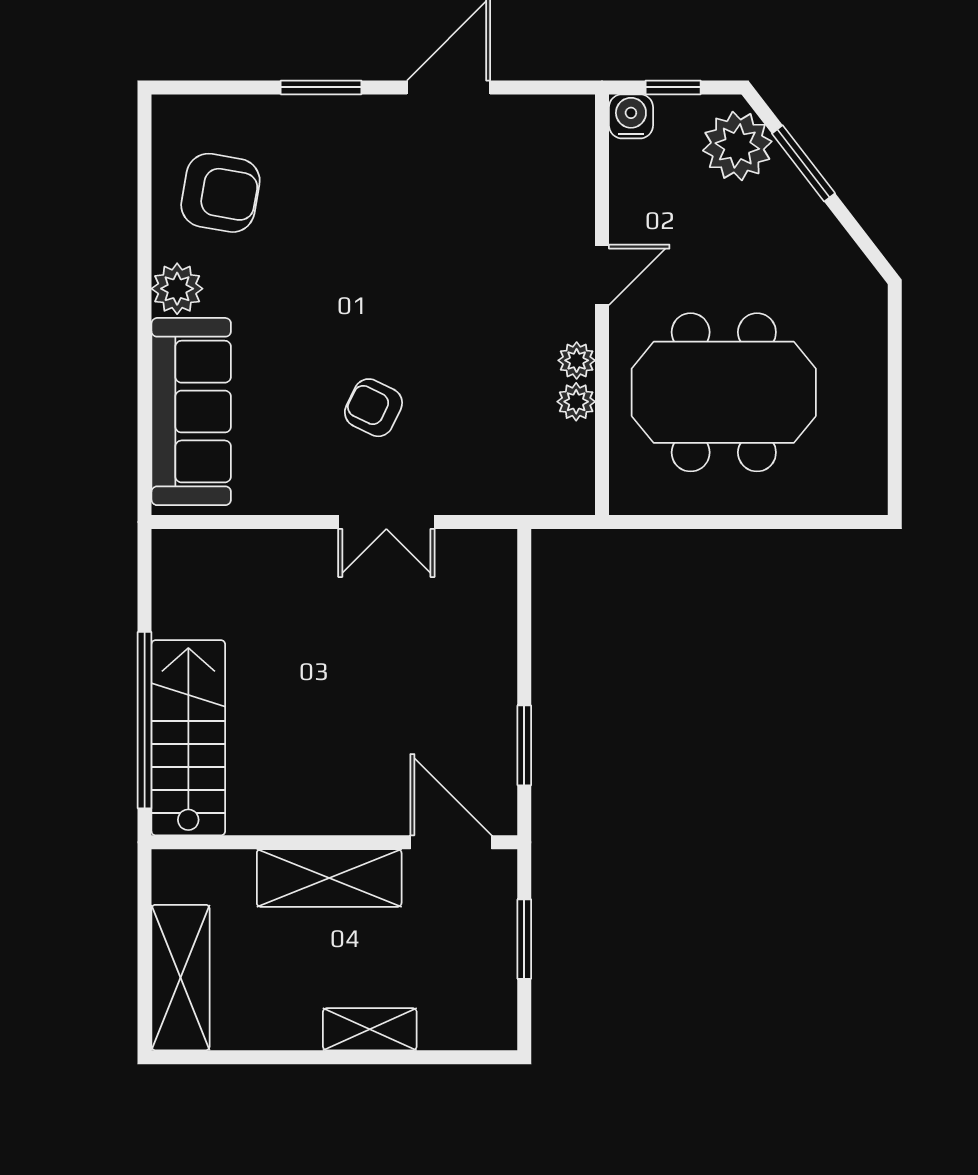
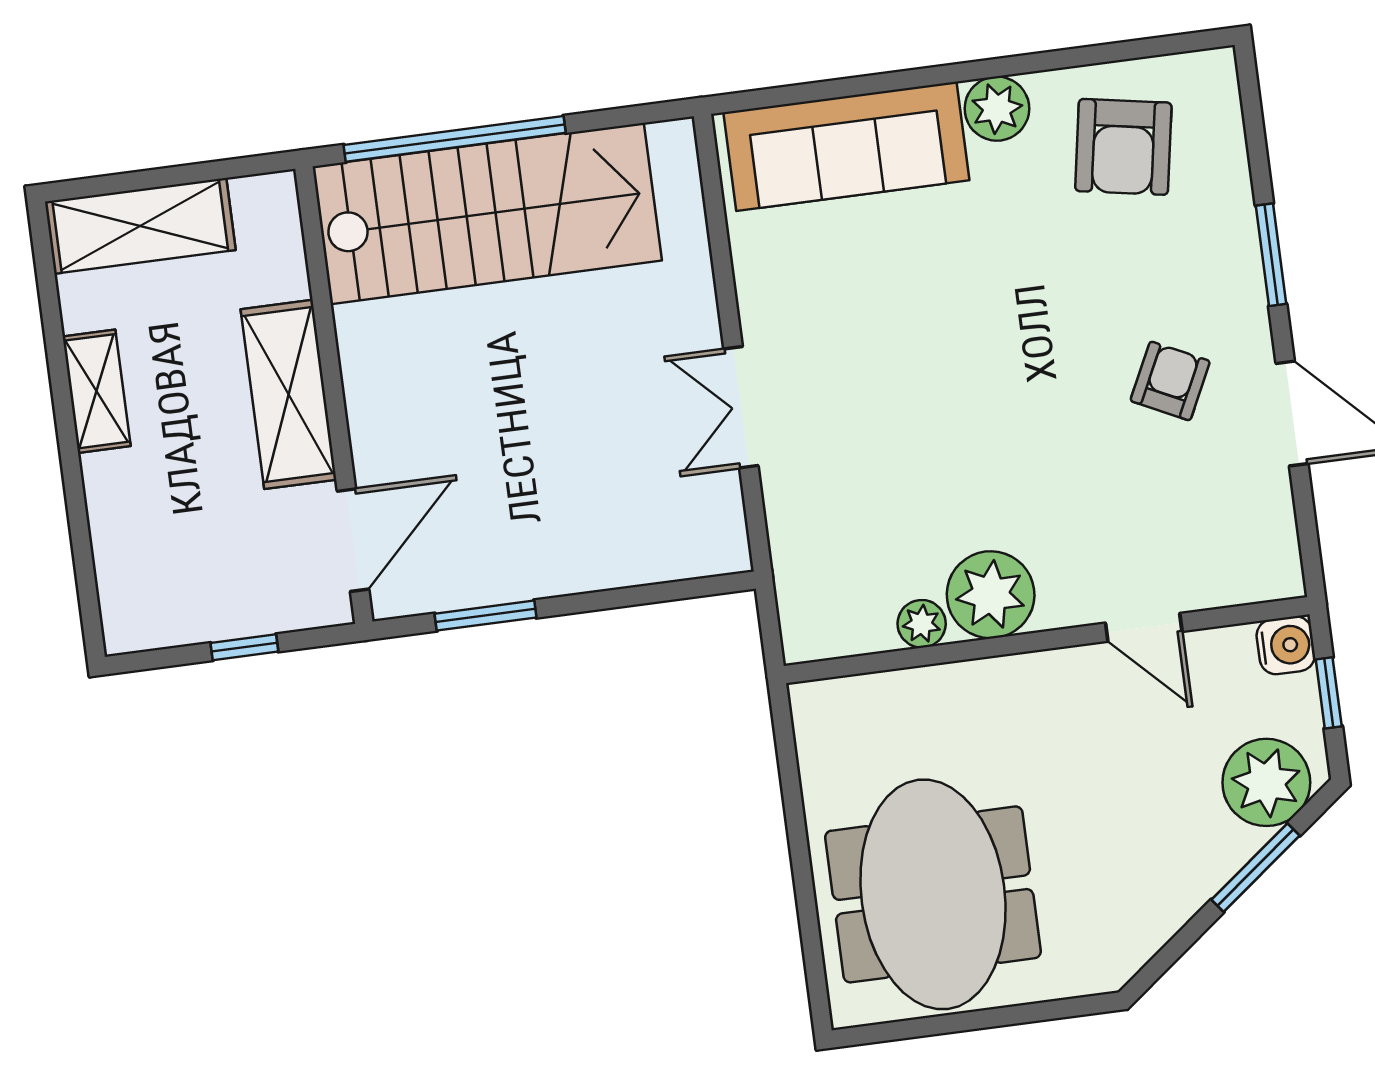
door: (602, 275) -> (1144, 627), moved
plant: (577, 360) -> (991, 595), width x1.88, depth x1.88
meeting table: (724, 392) -> (933, 894), moved
armchair: (373, 408) -> (1170, 381), moved
stairs: (188, 738) -> (487, 213), width x1.36, depth x1.51
window: (524, 939) -> (244, 647), width x0.67
shelving: (370, 1029) -> (97, 391), moved

